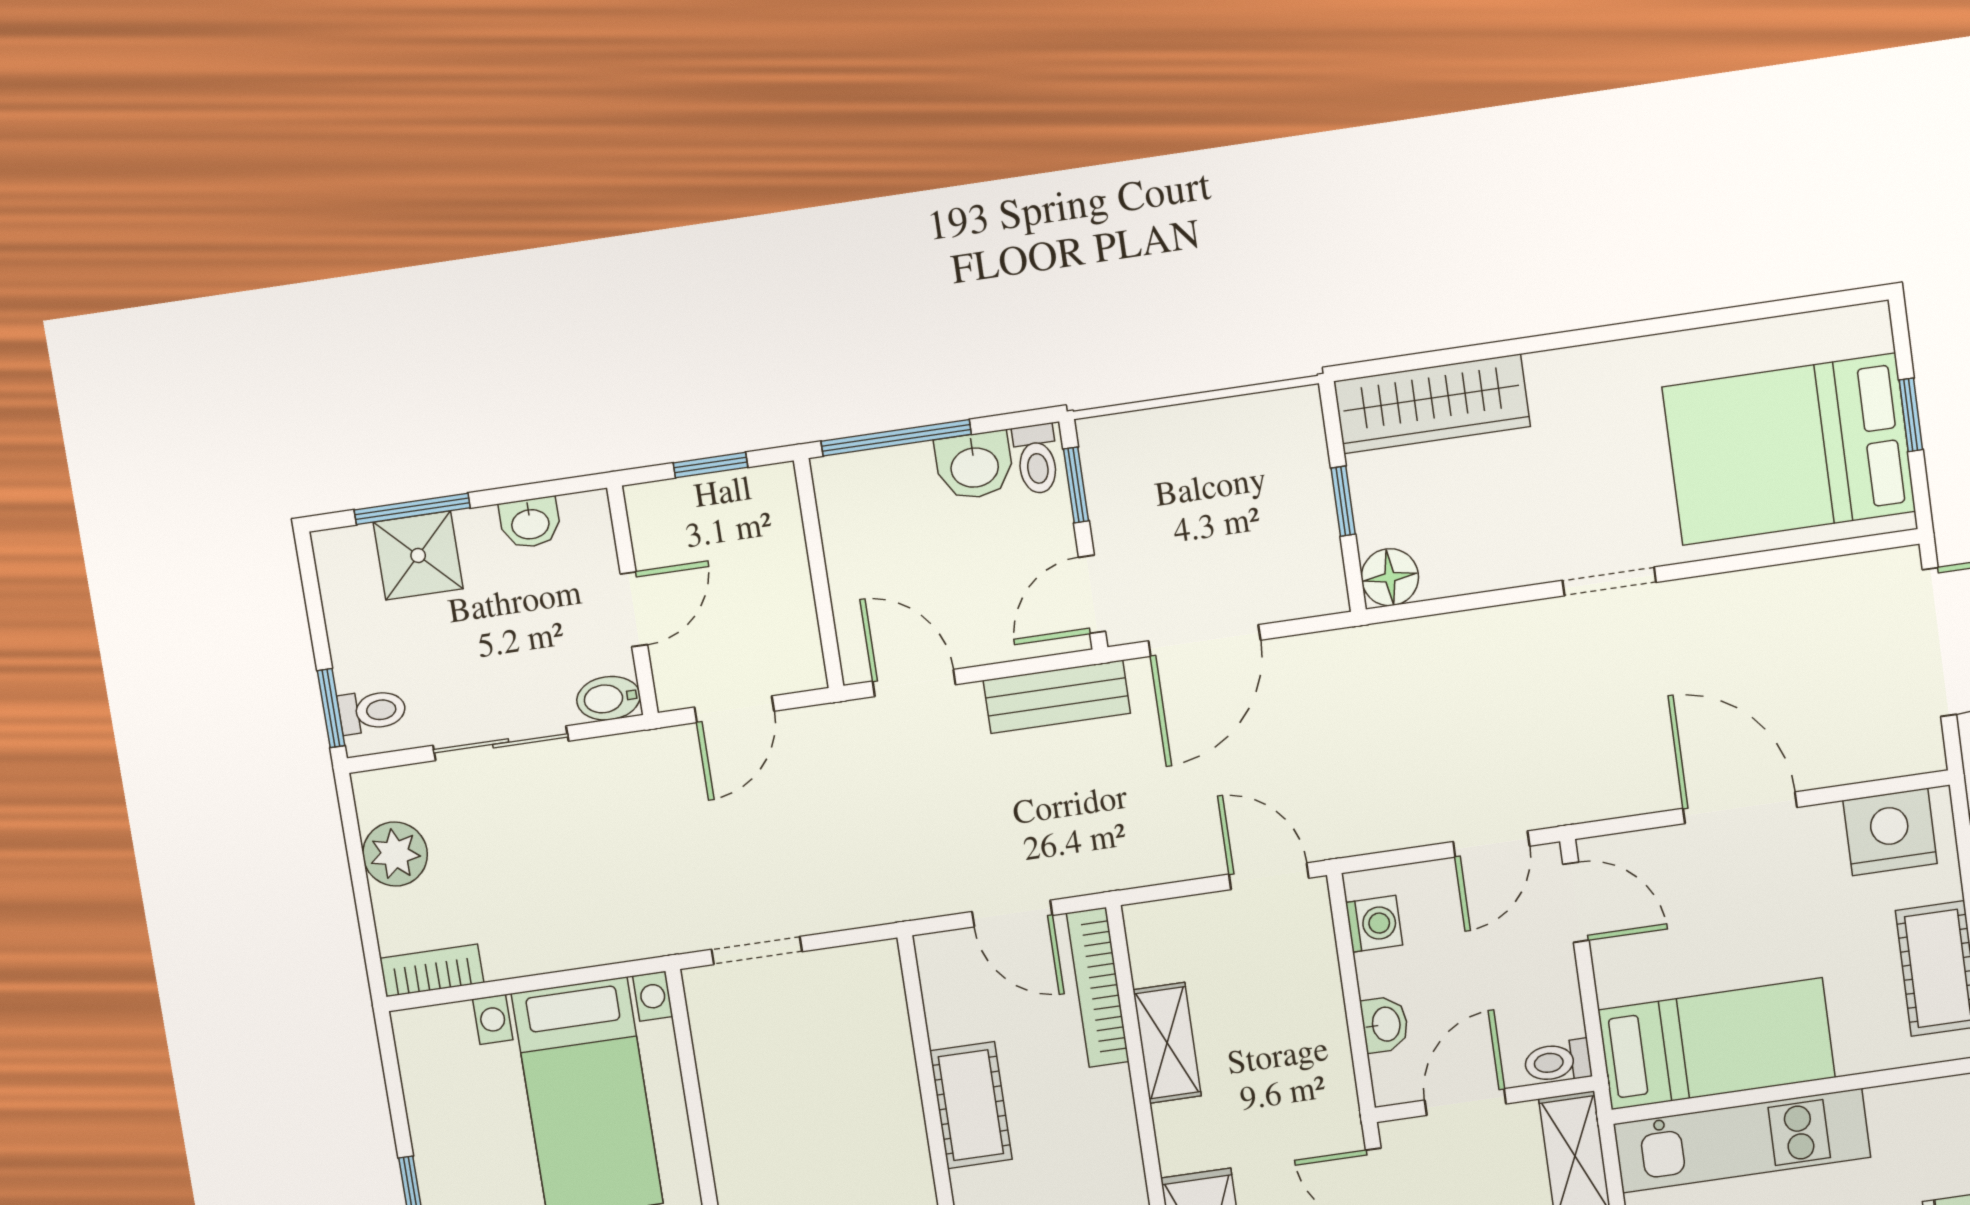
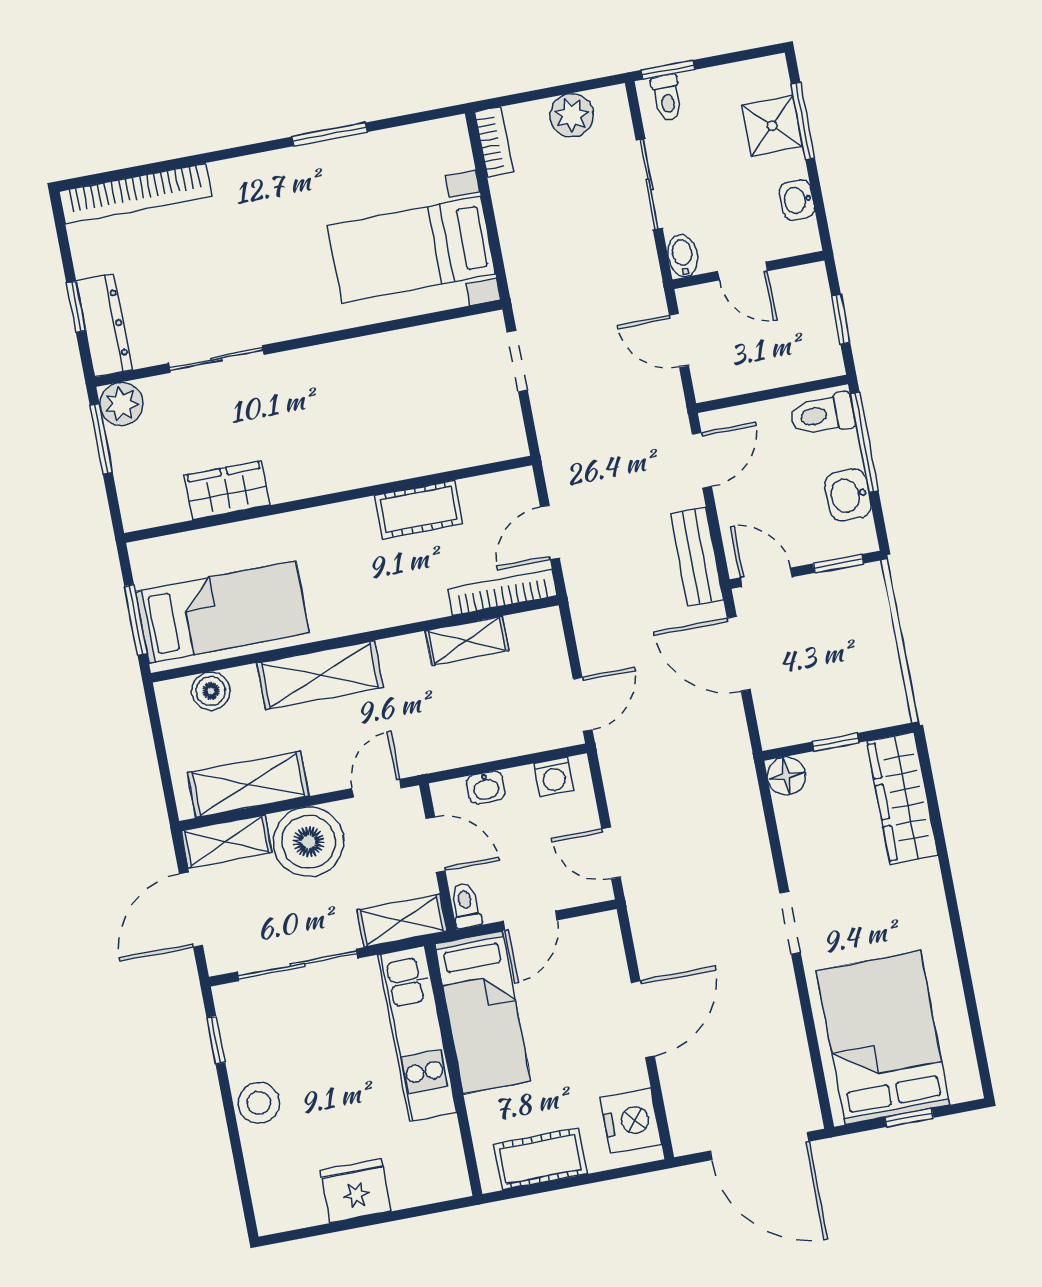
toilet: (1036, 459) -> (822, 415), moved, width x1.37, depth x1.39
door: (1576, 902) -> (530, 921), moved

